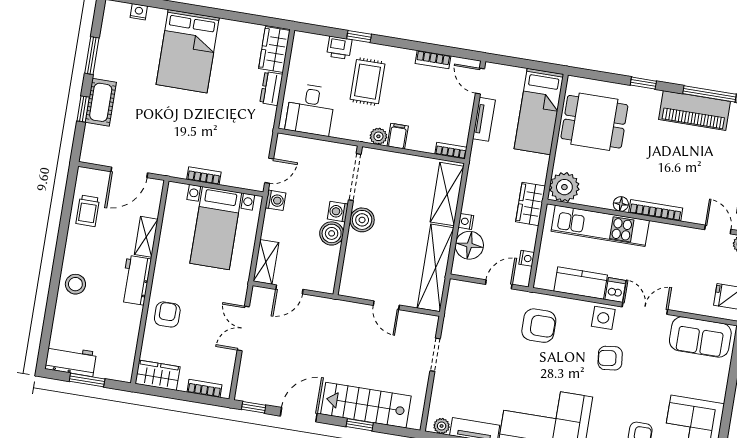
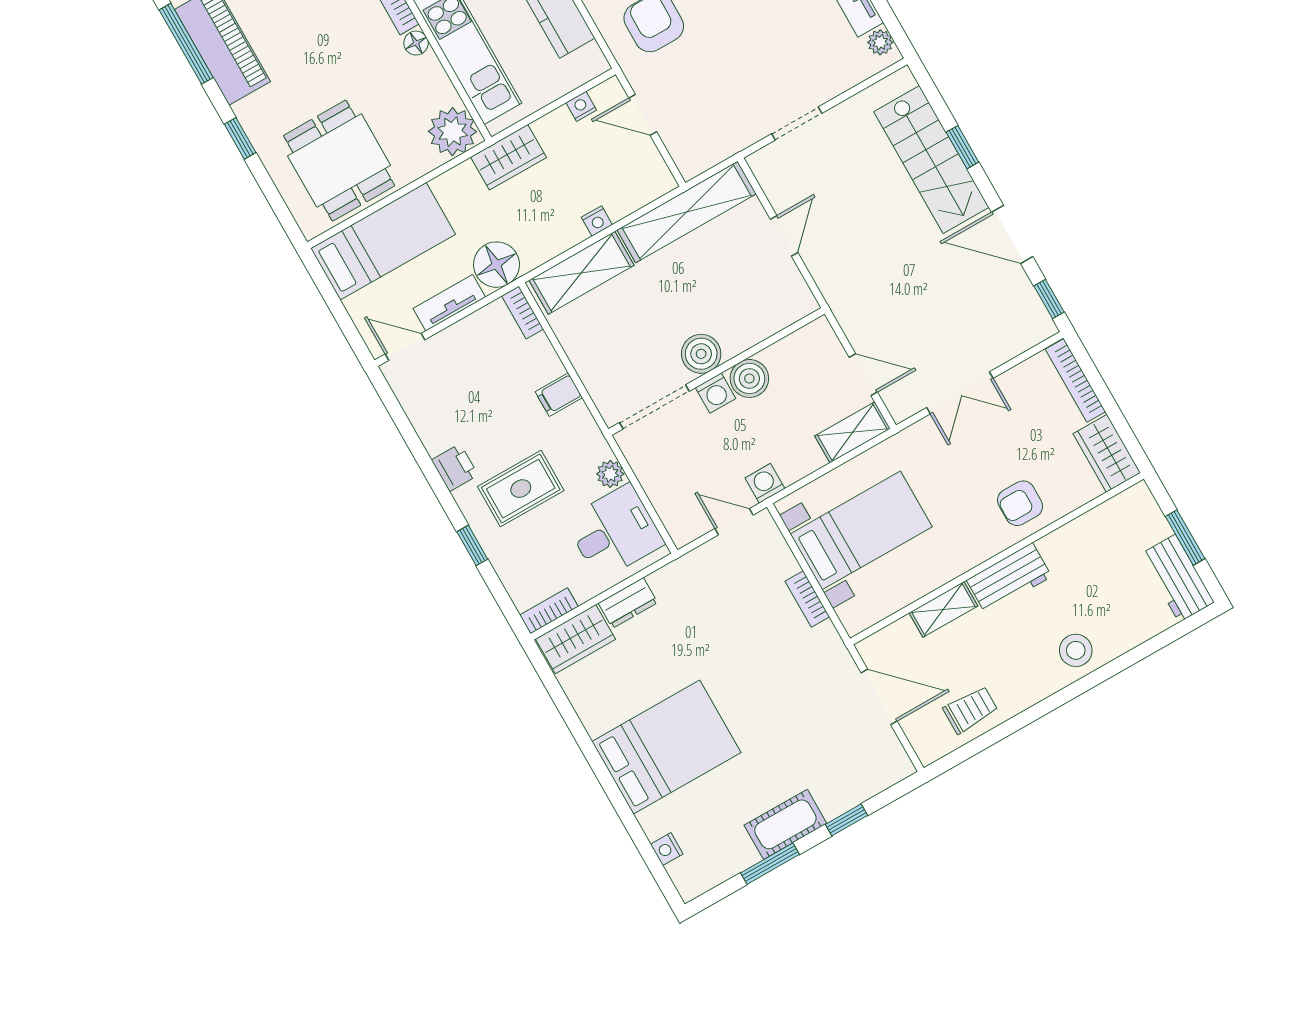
printer: (339, 48) -> (455, 468), moved
bookcase: (433, 60) -> (549, 611), moved, turned -90
door: (480, 81) -> (405, 347), swing flipped
cot: (101, 102) -> (785, 824), moved
plant: (378, 136) -> (610, 474), moved
floor lamp: (469, 245) -> (496, 265), moved
bookcase: (205, 388) -> (1075, 380), width x1.56

